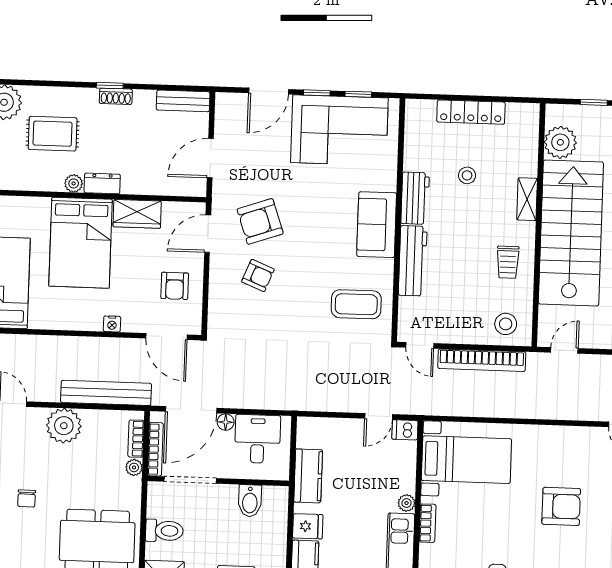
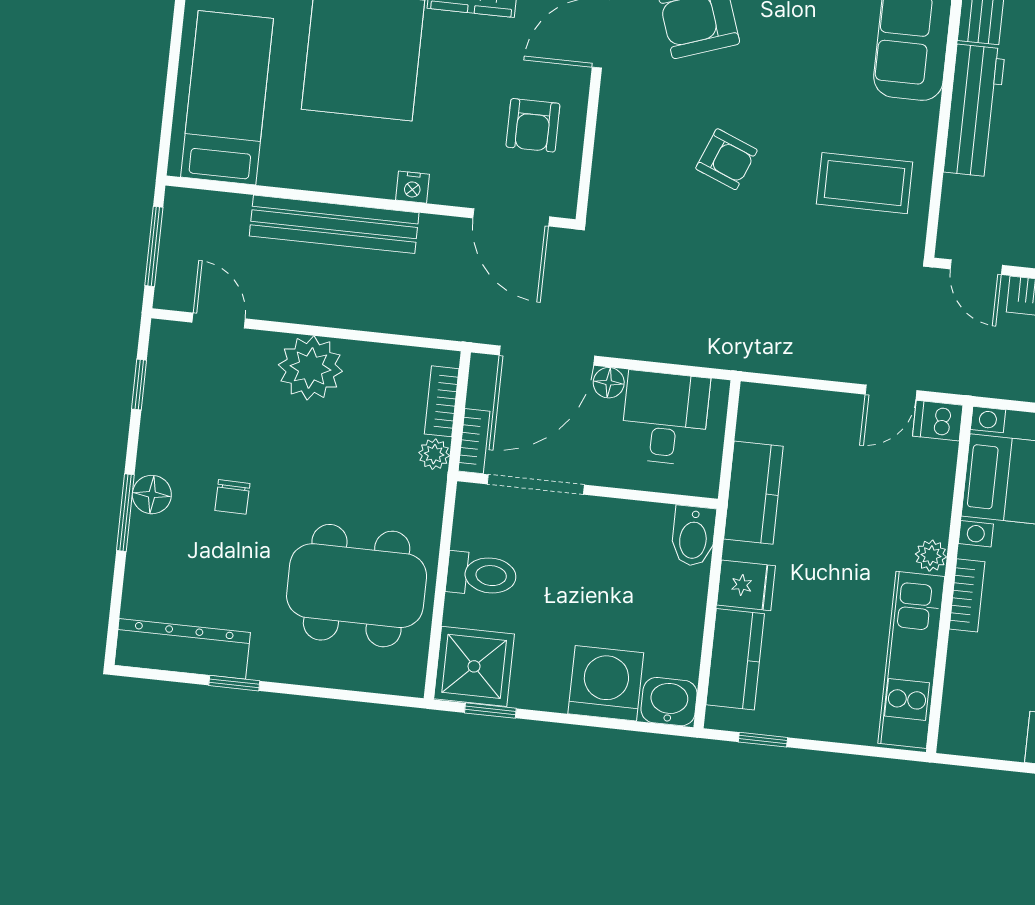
armchair: (258, 276) -> (726, 159), moved
bench: (106, 393) -> (334, 224), moved
bookcase: (155, 449) -> (474, 441), width x0.64
bidet: (250, 501) -> (693, 536), moved

